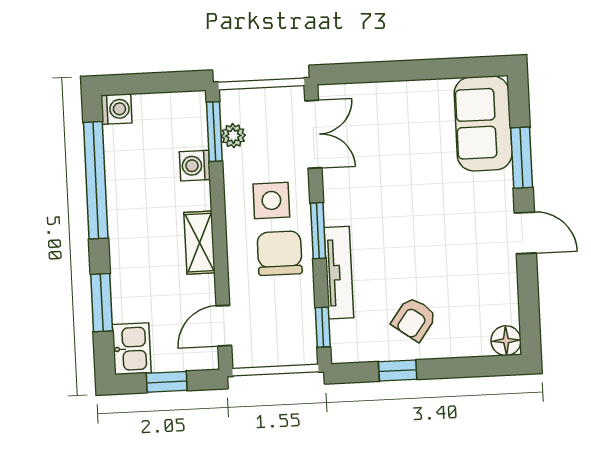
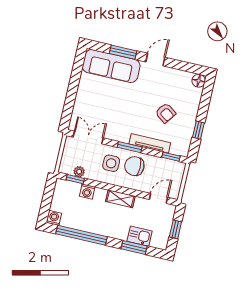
sofa: (483, 123) -> (111, 66), width x1.36
window: (214, 132) -> (75, 179), width x0.67
armchair: (414, 319) -> (166, 113), moved
door: (224, 326) -> (158, 198), swing flipped
kitchen sink: (132, 349) -> (140, 236), moved

